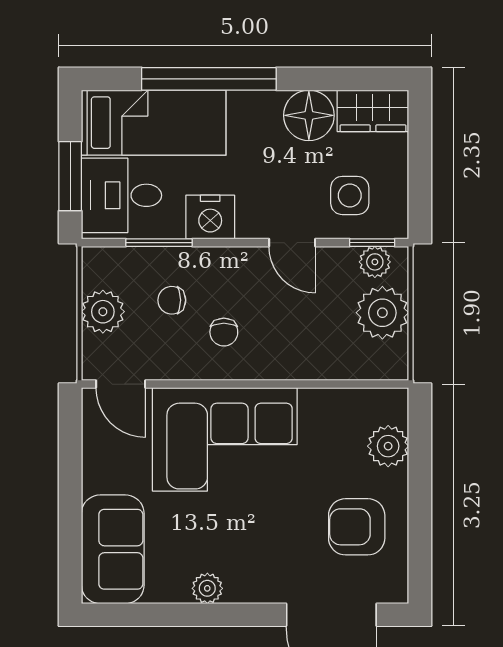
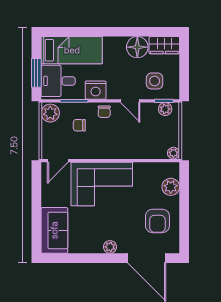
window: (209, 79) -> (95, 32), removed
plant: (103, 312) -> (50, 113), moved
plant: (382, 313) -> (173, 153), moved, width x0.53, depth x0.53
chair: (224, 332) -> (104, 112), moved
door: (121, 384) -> (58, 161), hinge flipped
armchair: (357, 527) -> (157, 221), turned -90
plant: (207, 588) -> (110, 247), moved

